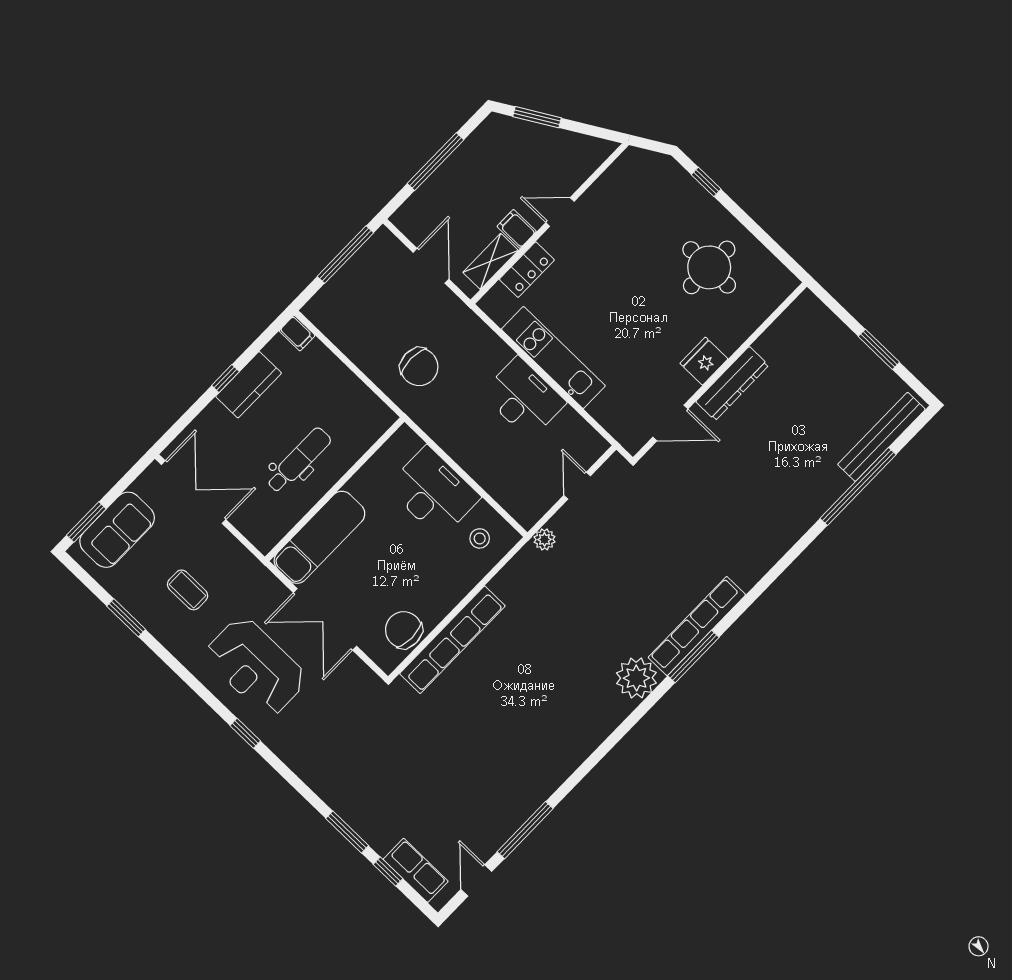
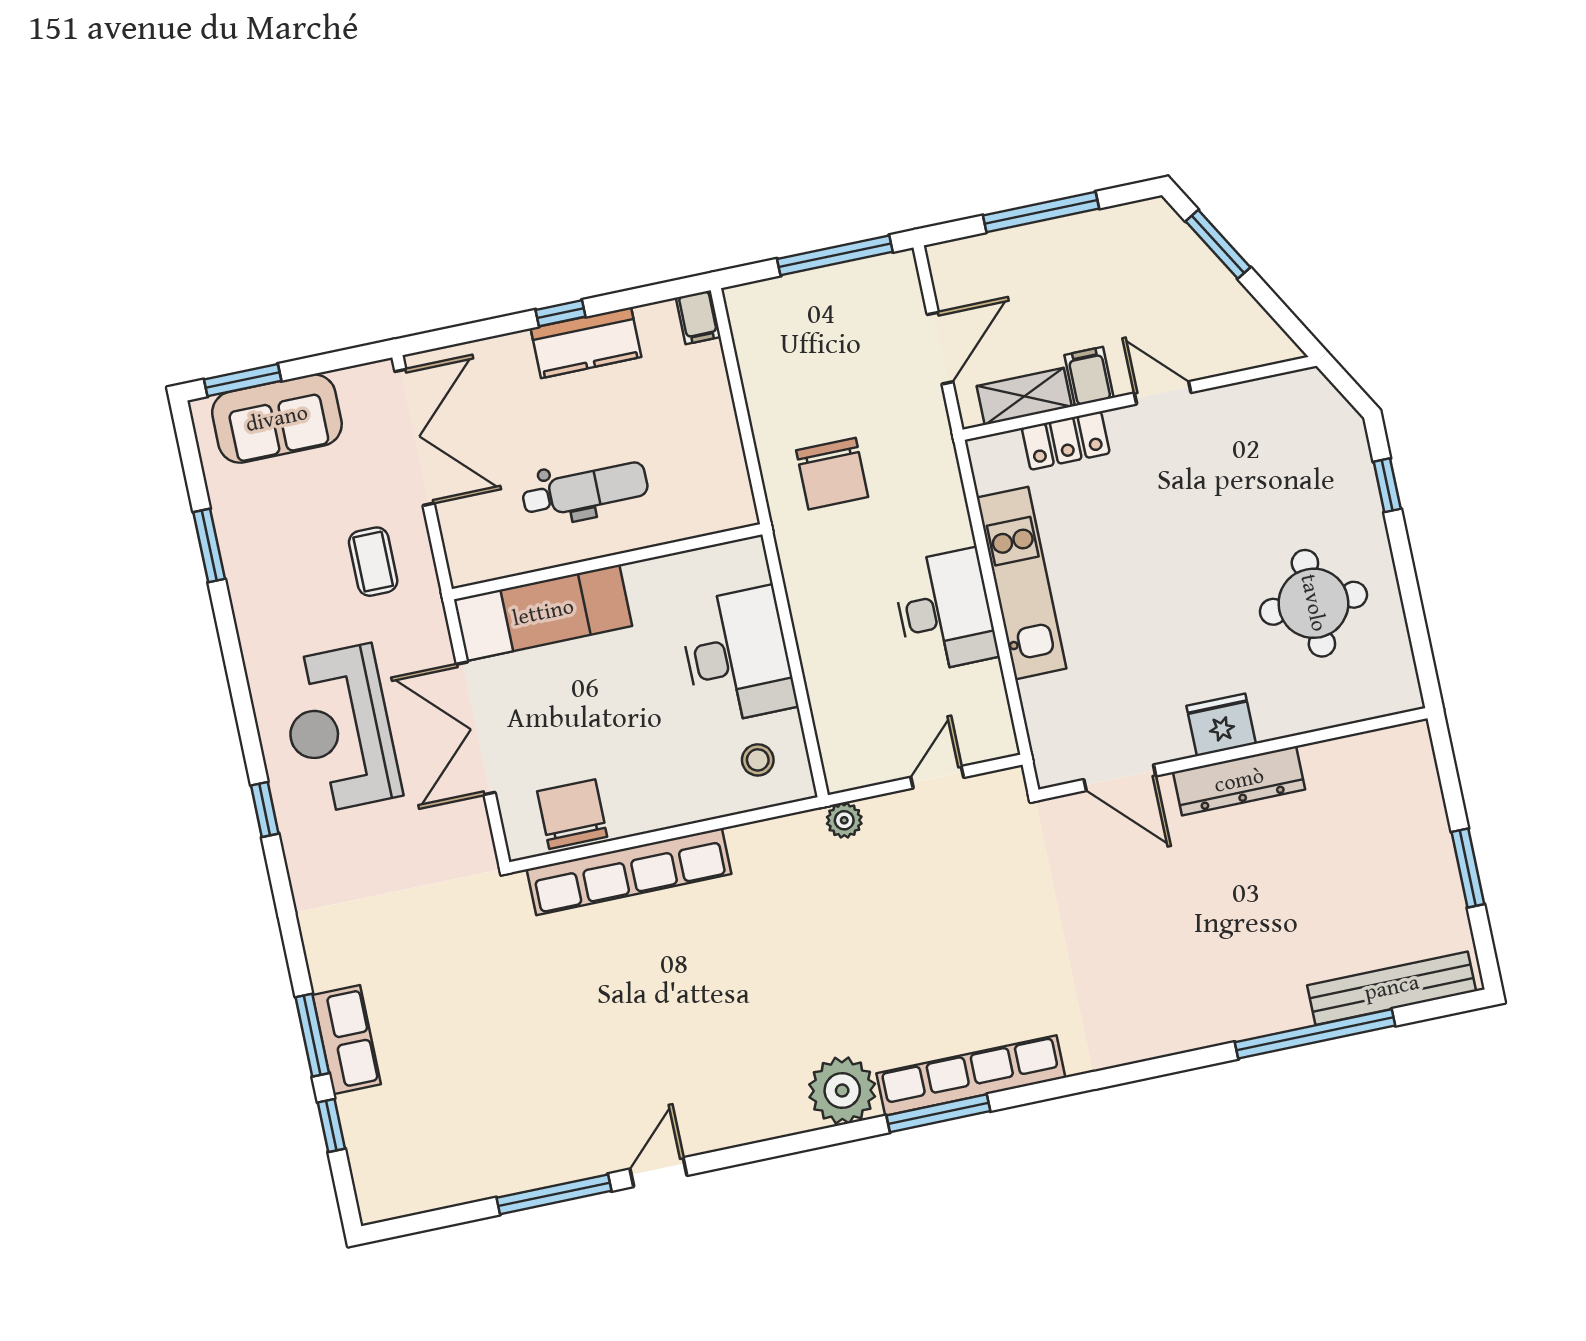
coffee table: (188, 590) -> (373, 562), moved
row of seats: (416, 870) -> (347, 1040), moved
door: (476, 880) -> (658, 1172), moved

